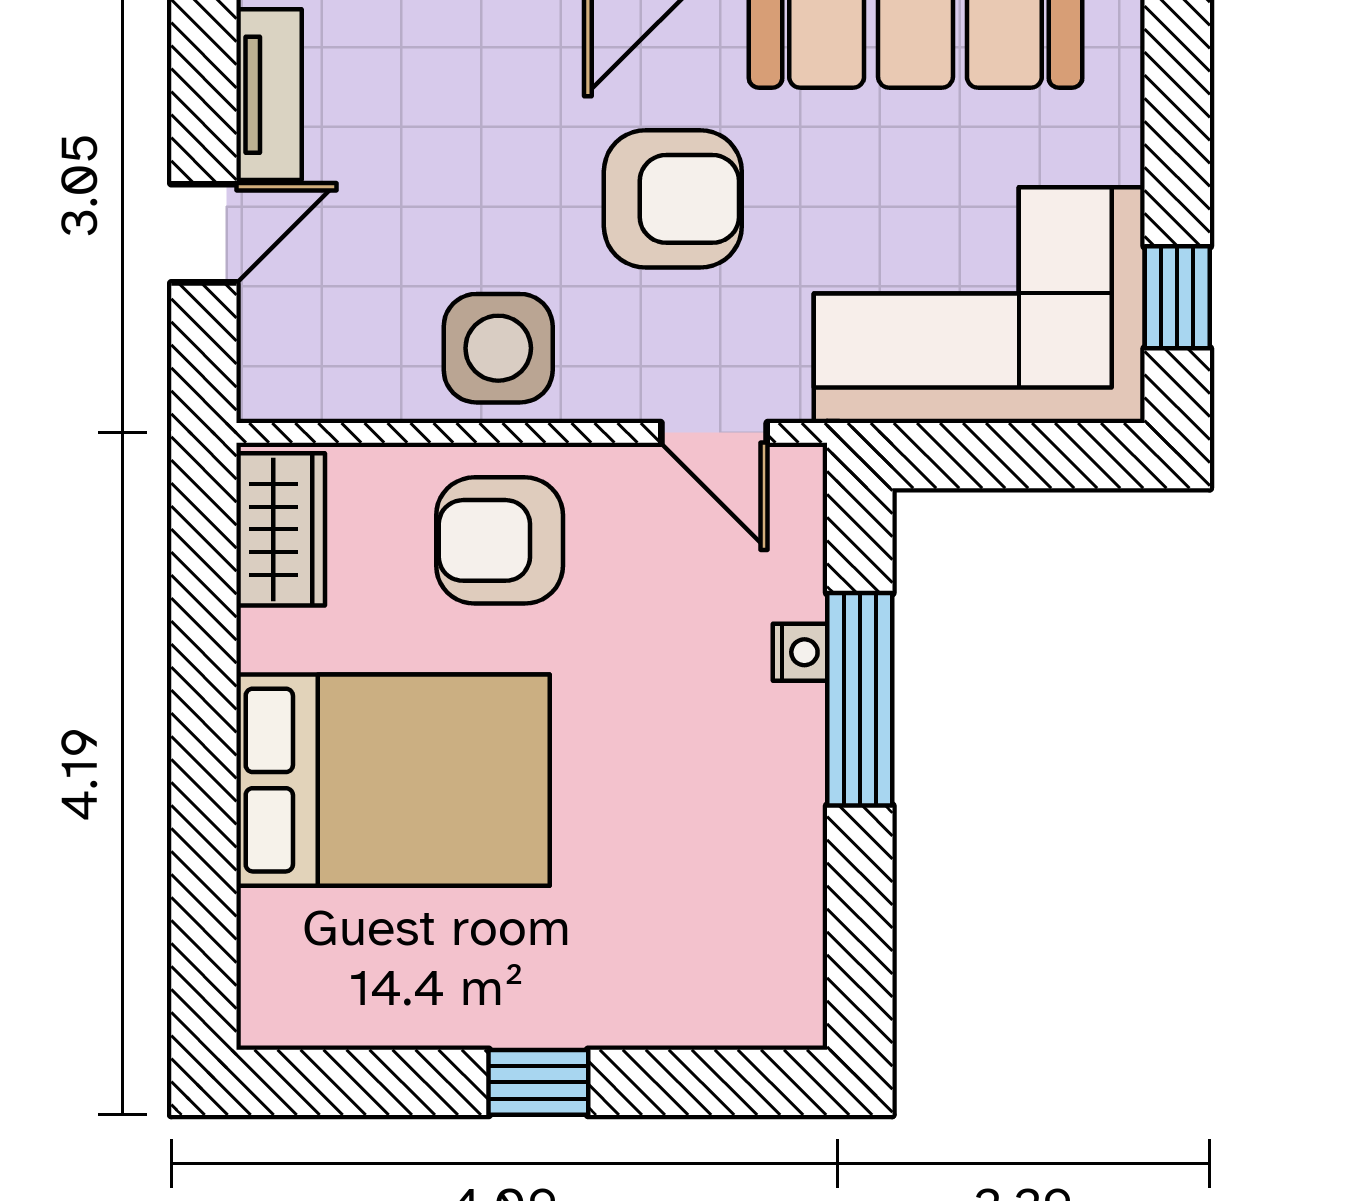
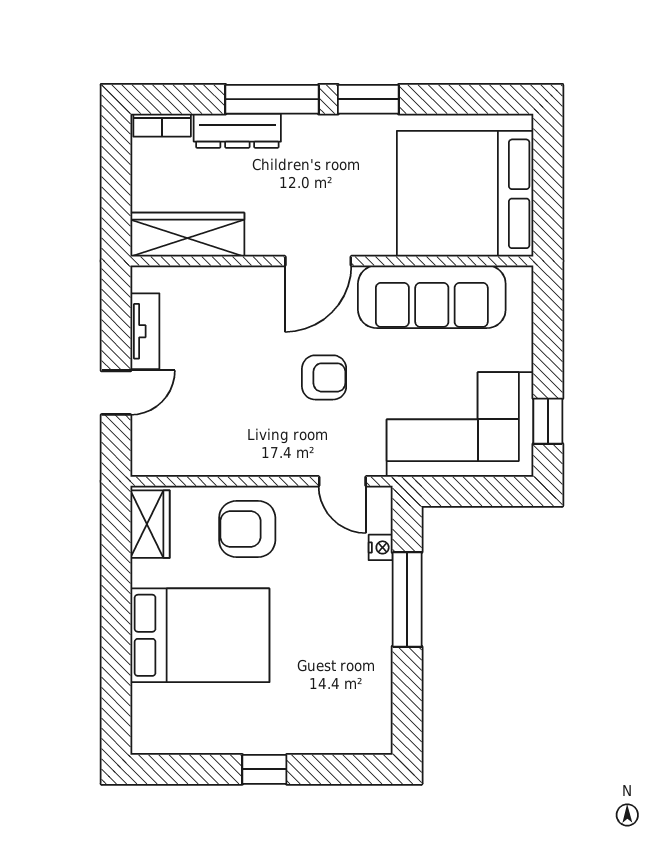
armchair: (673, 199) -> (324, 377), width x0.72, depth x0.72
side table: (498, 348) -> (247, 444), removed
nightstand: (800, 652) -> (381, 547), moved

